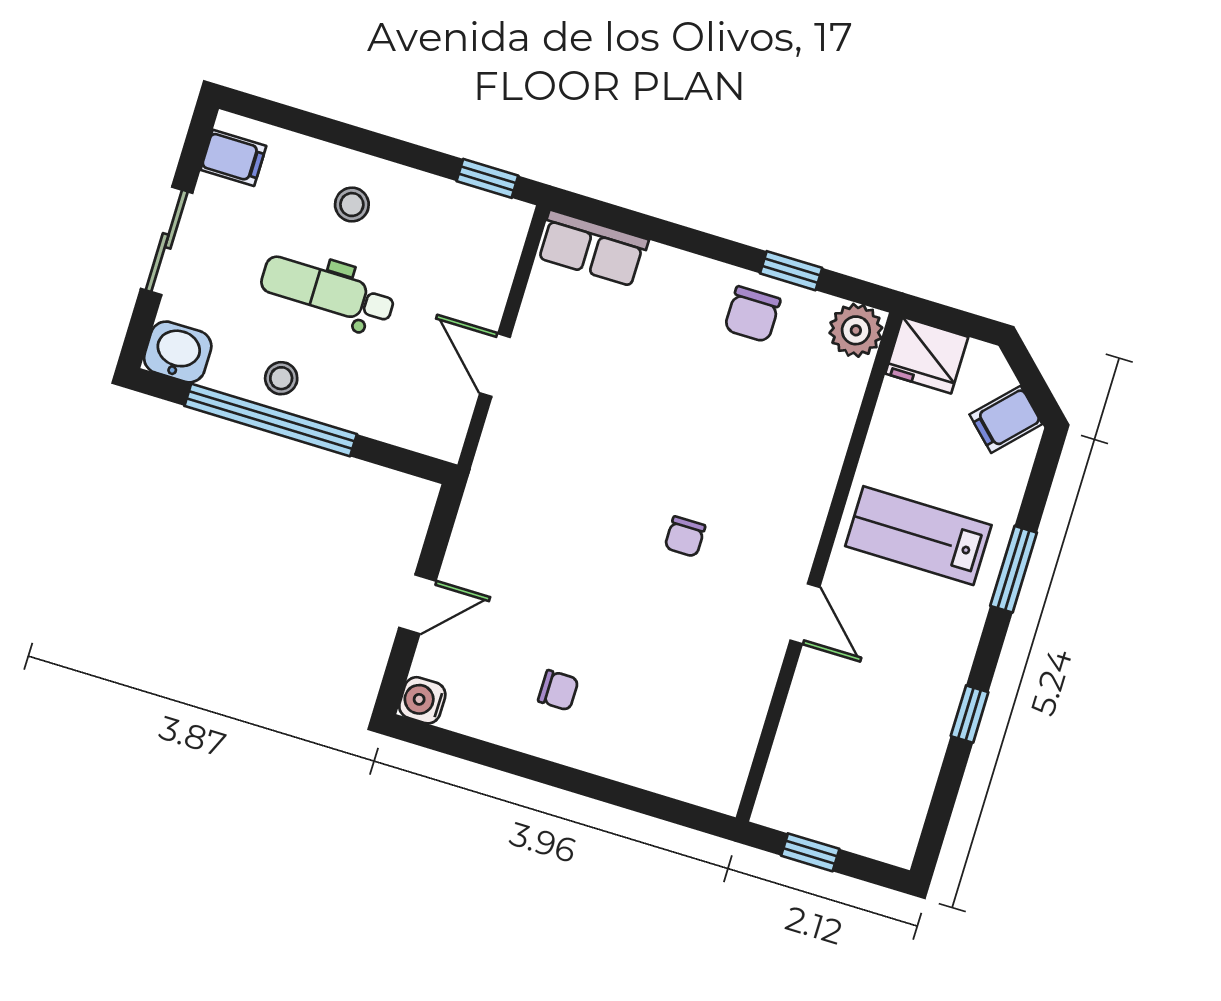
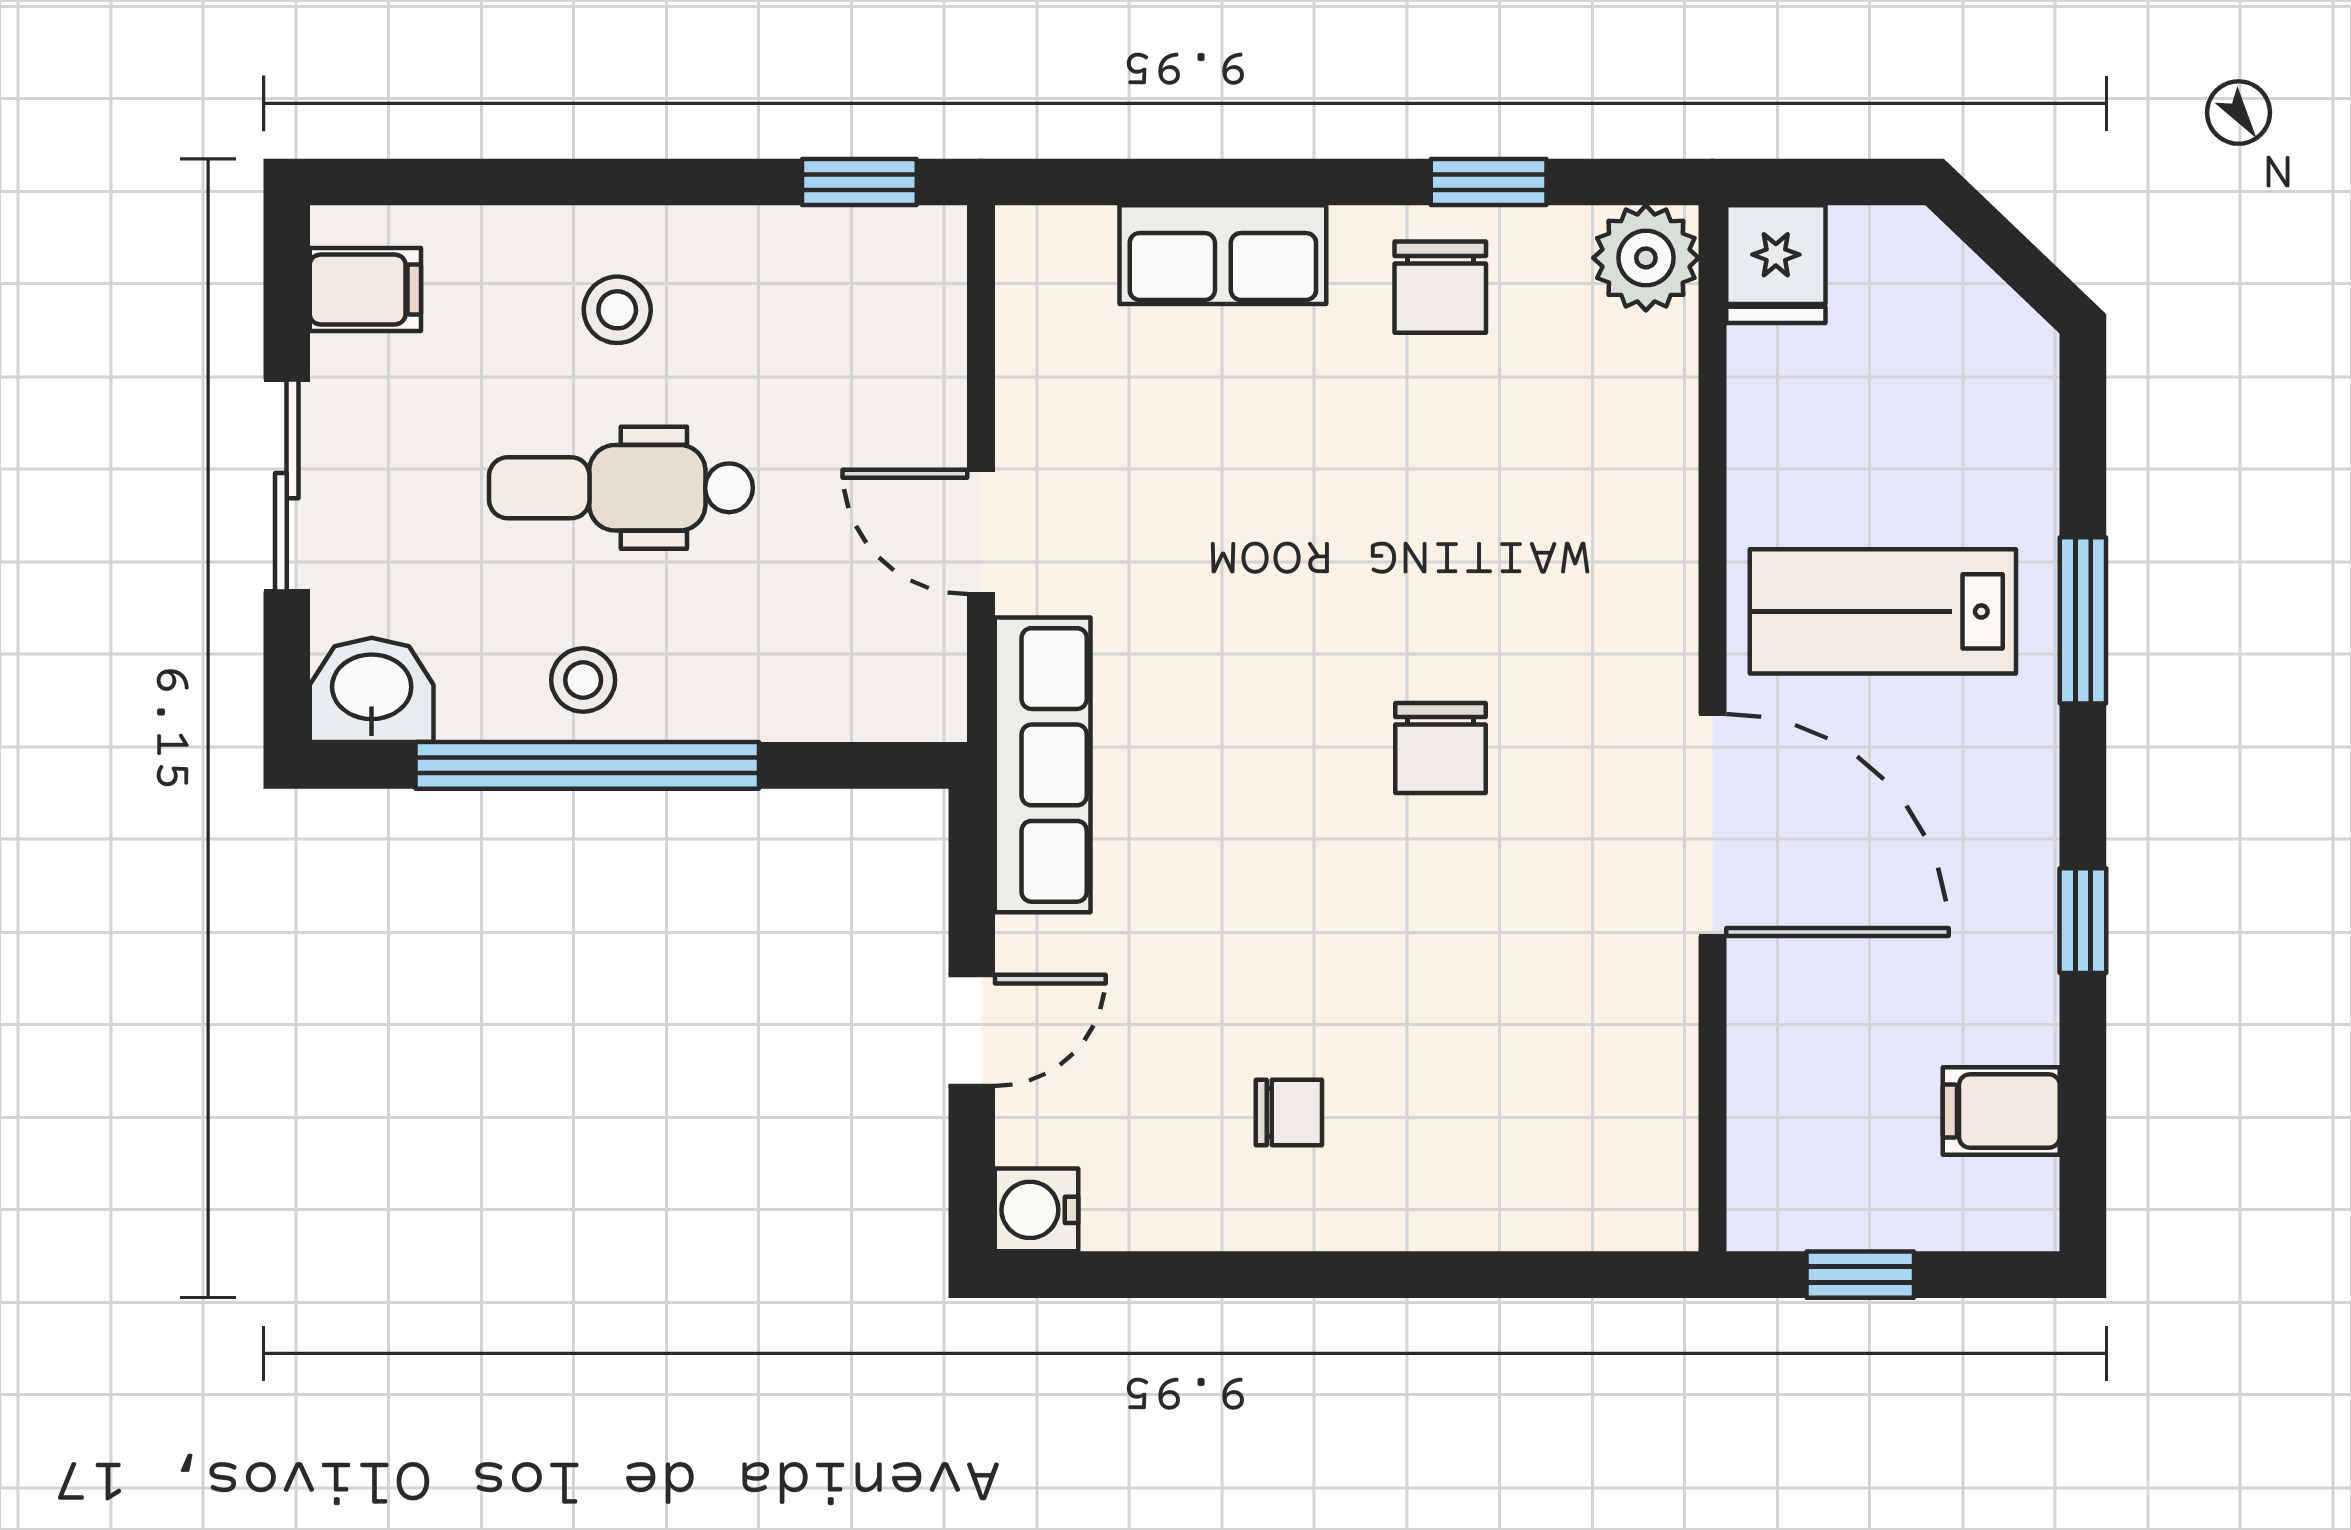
row of seats: (592, 248) -> (1223, 255), moved
fridge: (927, 355) -> (1776, 264), width x0.72
filing cabinet: (1006, 419) -> (2001, 1111), moved, turned 46
row of seats: (490, 487) -> (1043, 765), added
chair: (685, 537) -> (1441, 748), width x1.37, depth x1.37
door: (805, 614) -> (1713, 825), width x1.88

